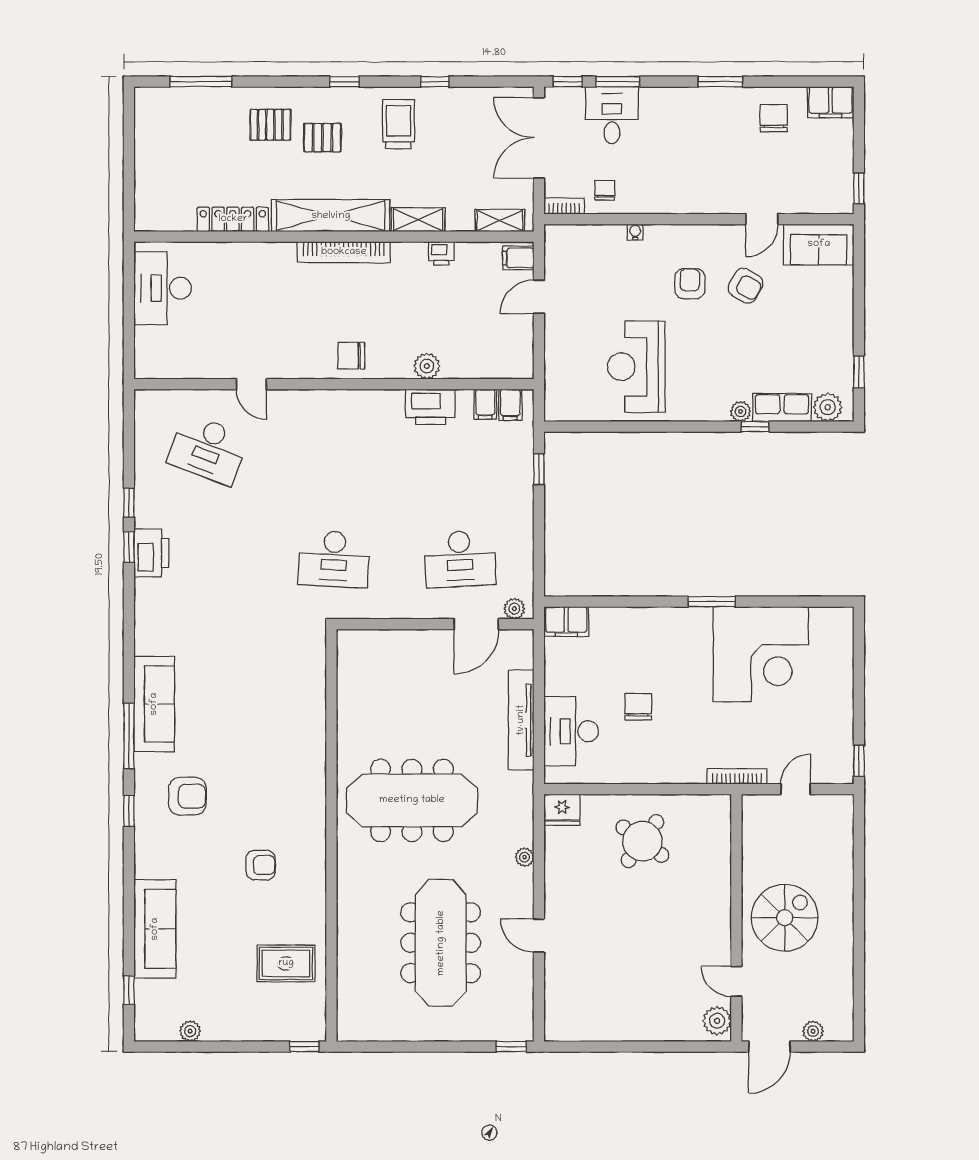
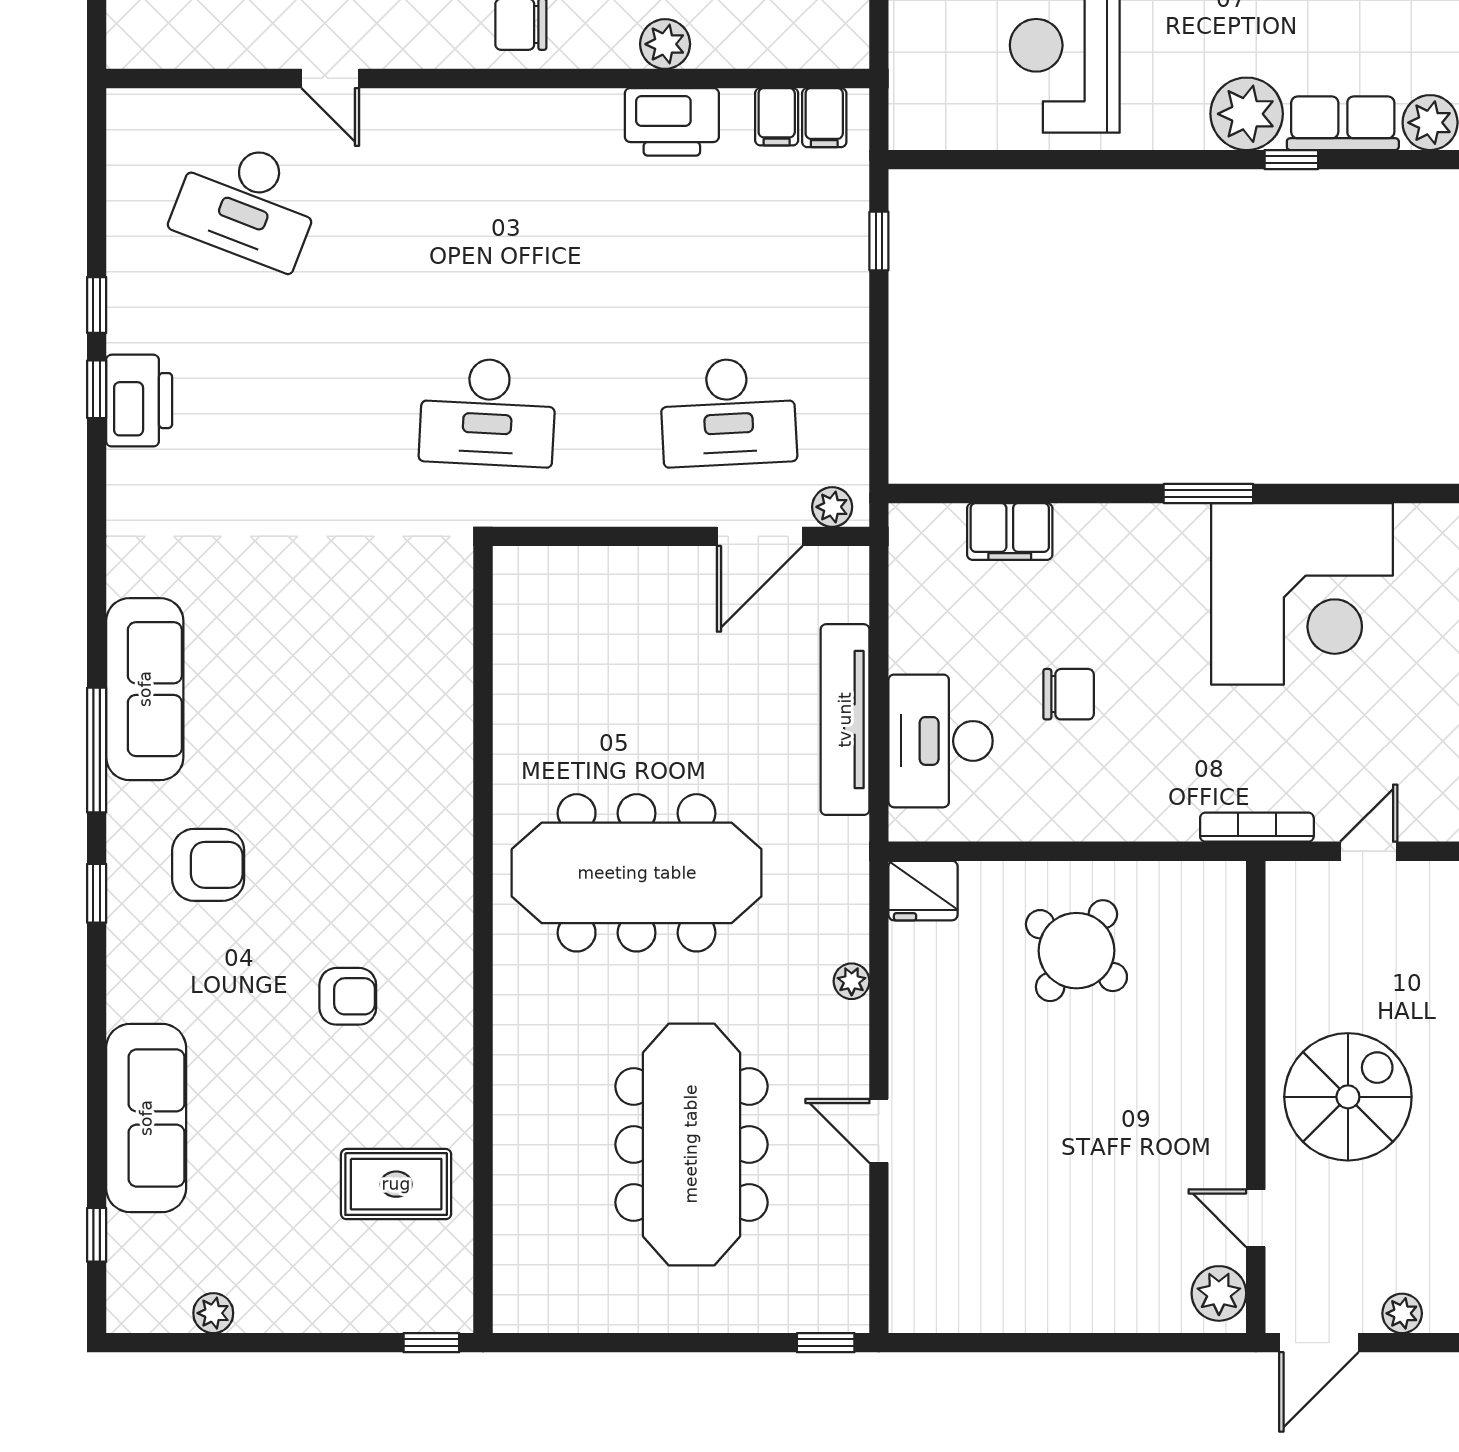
plant: (740, 411) -> (1247, 114), width x1.88, depth x1.88
filing cabinet: (566, 621) -> (1010, 531), moved
chair: (638, 707) -> (1069, 694), turned 90

